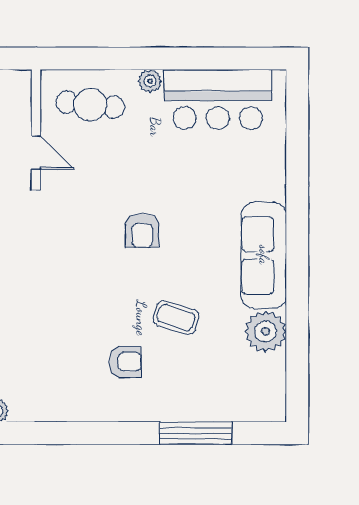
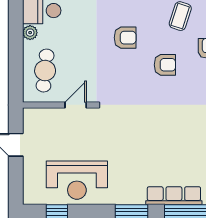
armchair: (99, 293) -> (165, 65), added

